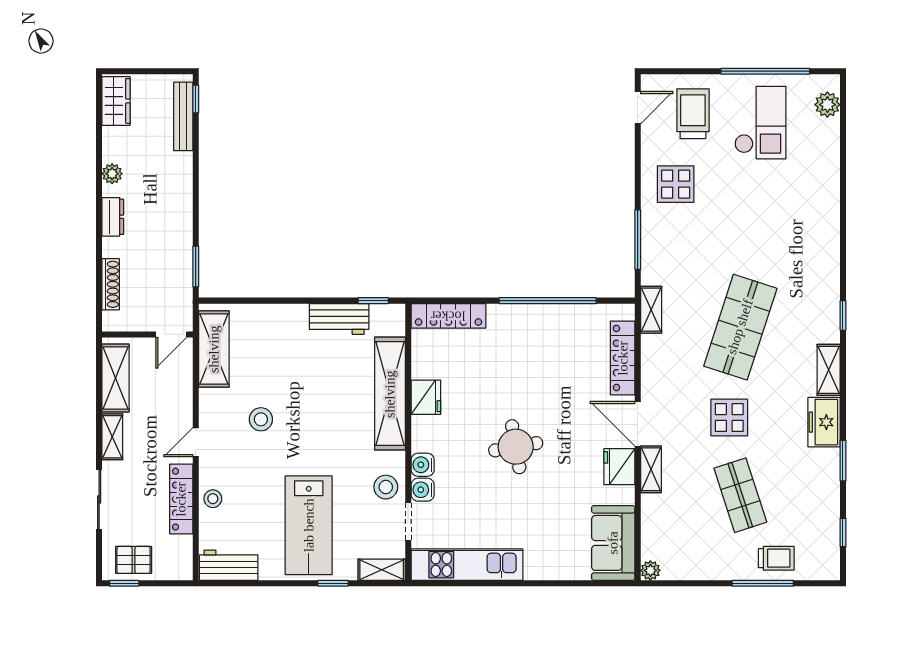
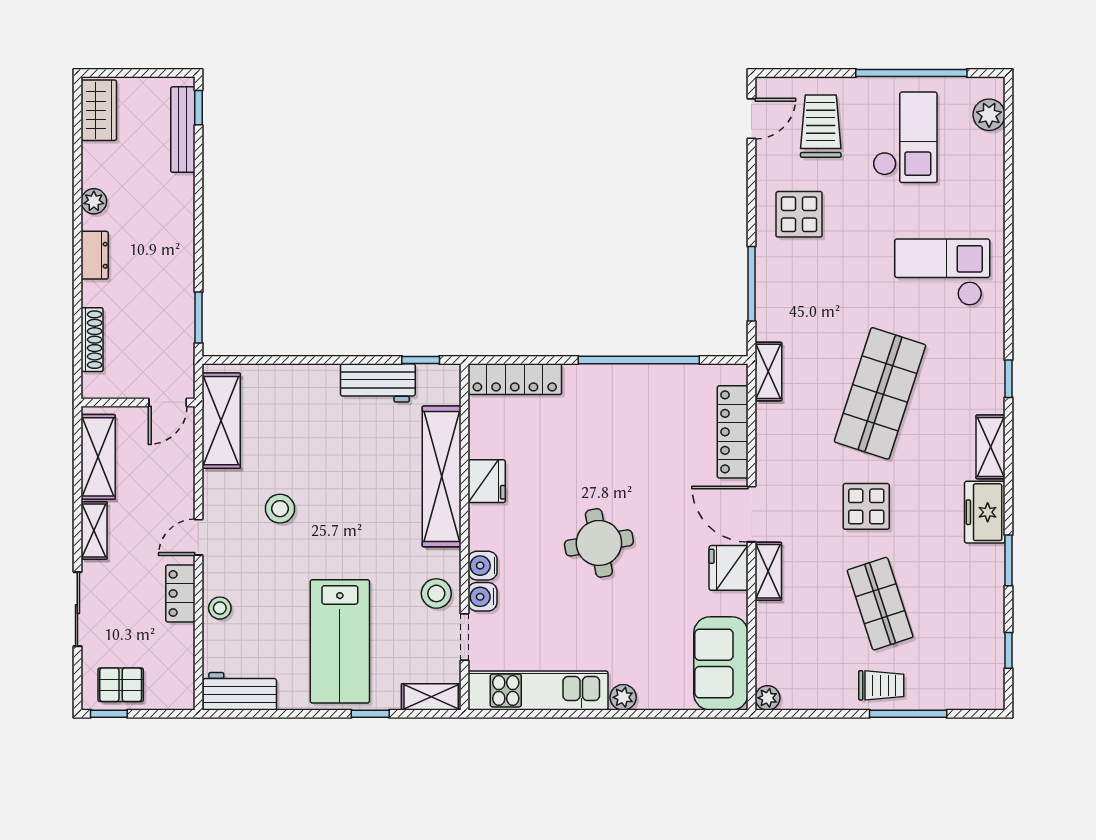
checkout: (790, 230) -> (942, 272), added
locker: (181, 499) -> (180, 593), width x0.66
trolley: (776, 558) -> (881, 685), moved
plant: (535, 570) -> (623, 697), added

